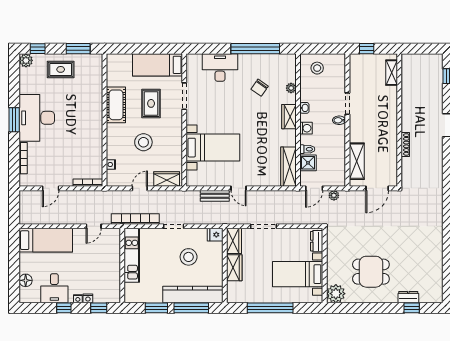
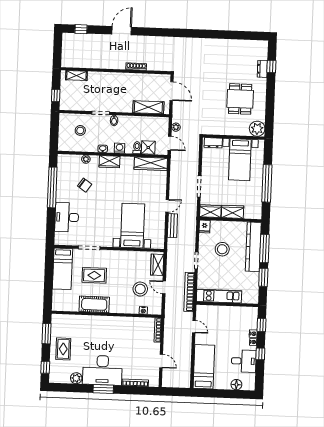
plant: (26, 60) -> (76, 378), moved
stool: (317, 68) -> (80, 130), moved
stool: (143, 142) -> (140, 289), moved

